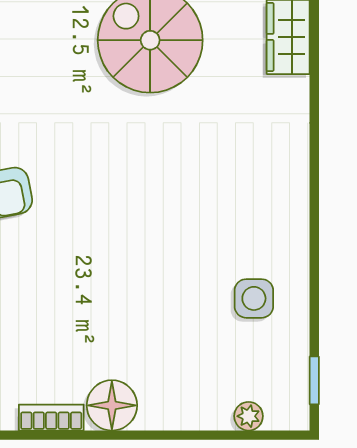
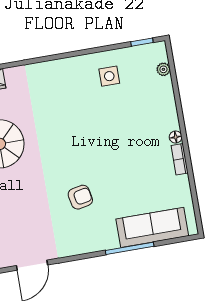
floor lamp: (112, 405) -> (176, 137), width x0.53, depth x0.53

